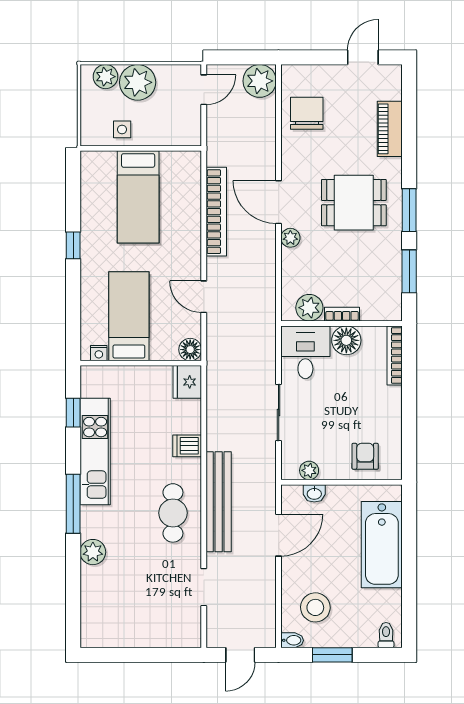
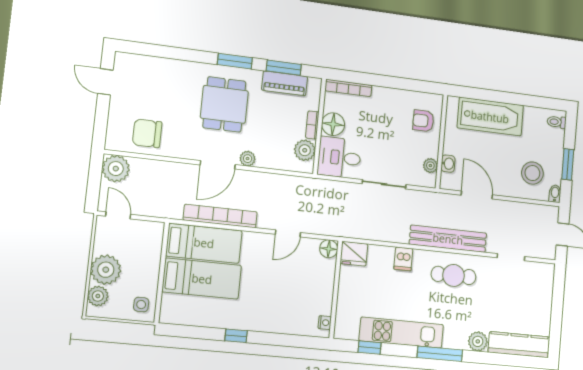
side table: (122, 129) -> (141, 304), moved
piano: (390, 129) -> (285, 83), moved
bed: (129, 316) -> (204, 243), moved, turned 180
kitchen counter: (94, 607) -> (519, 345), added

